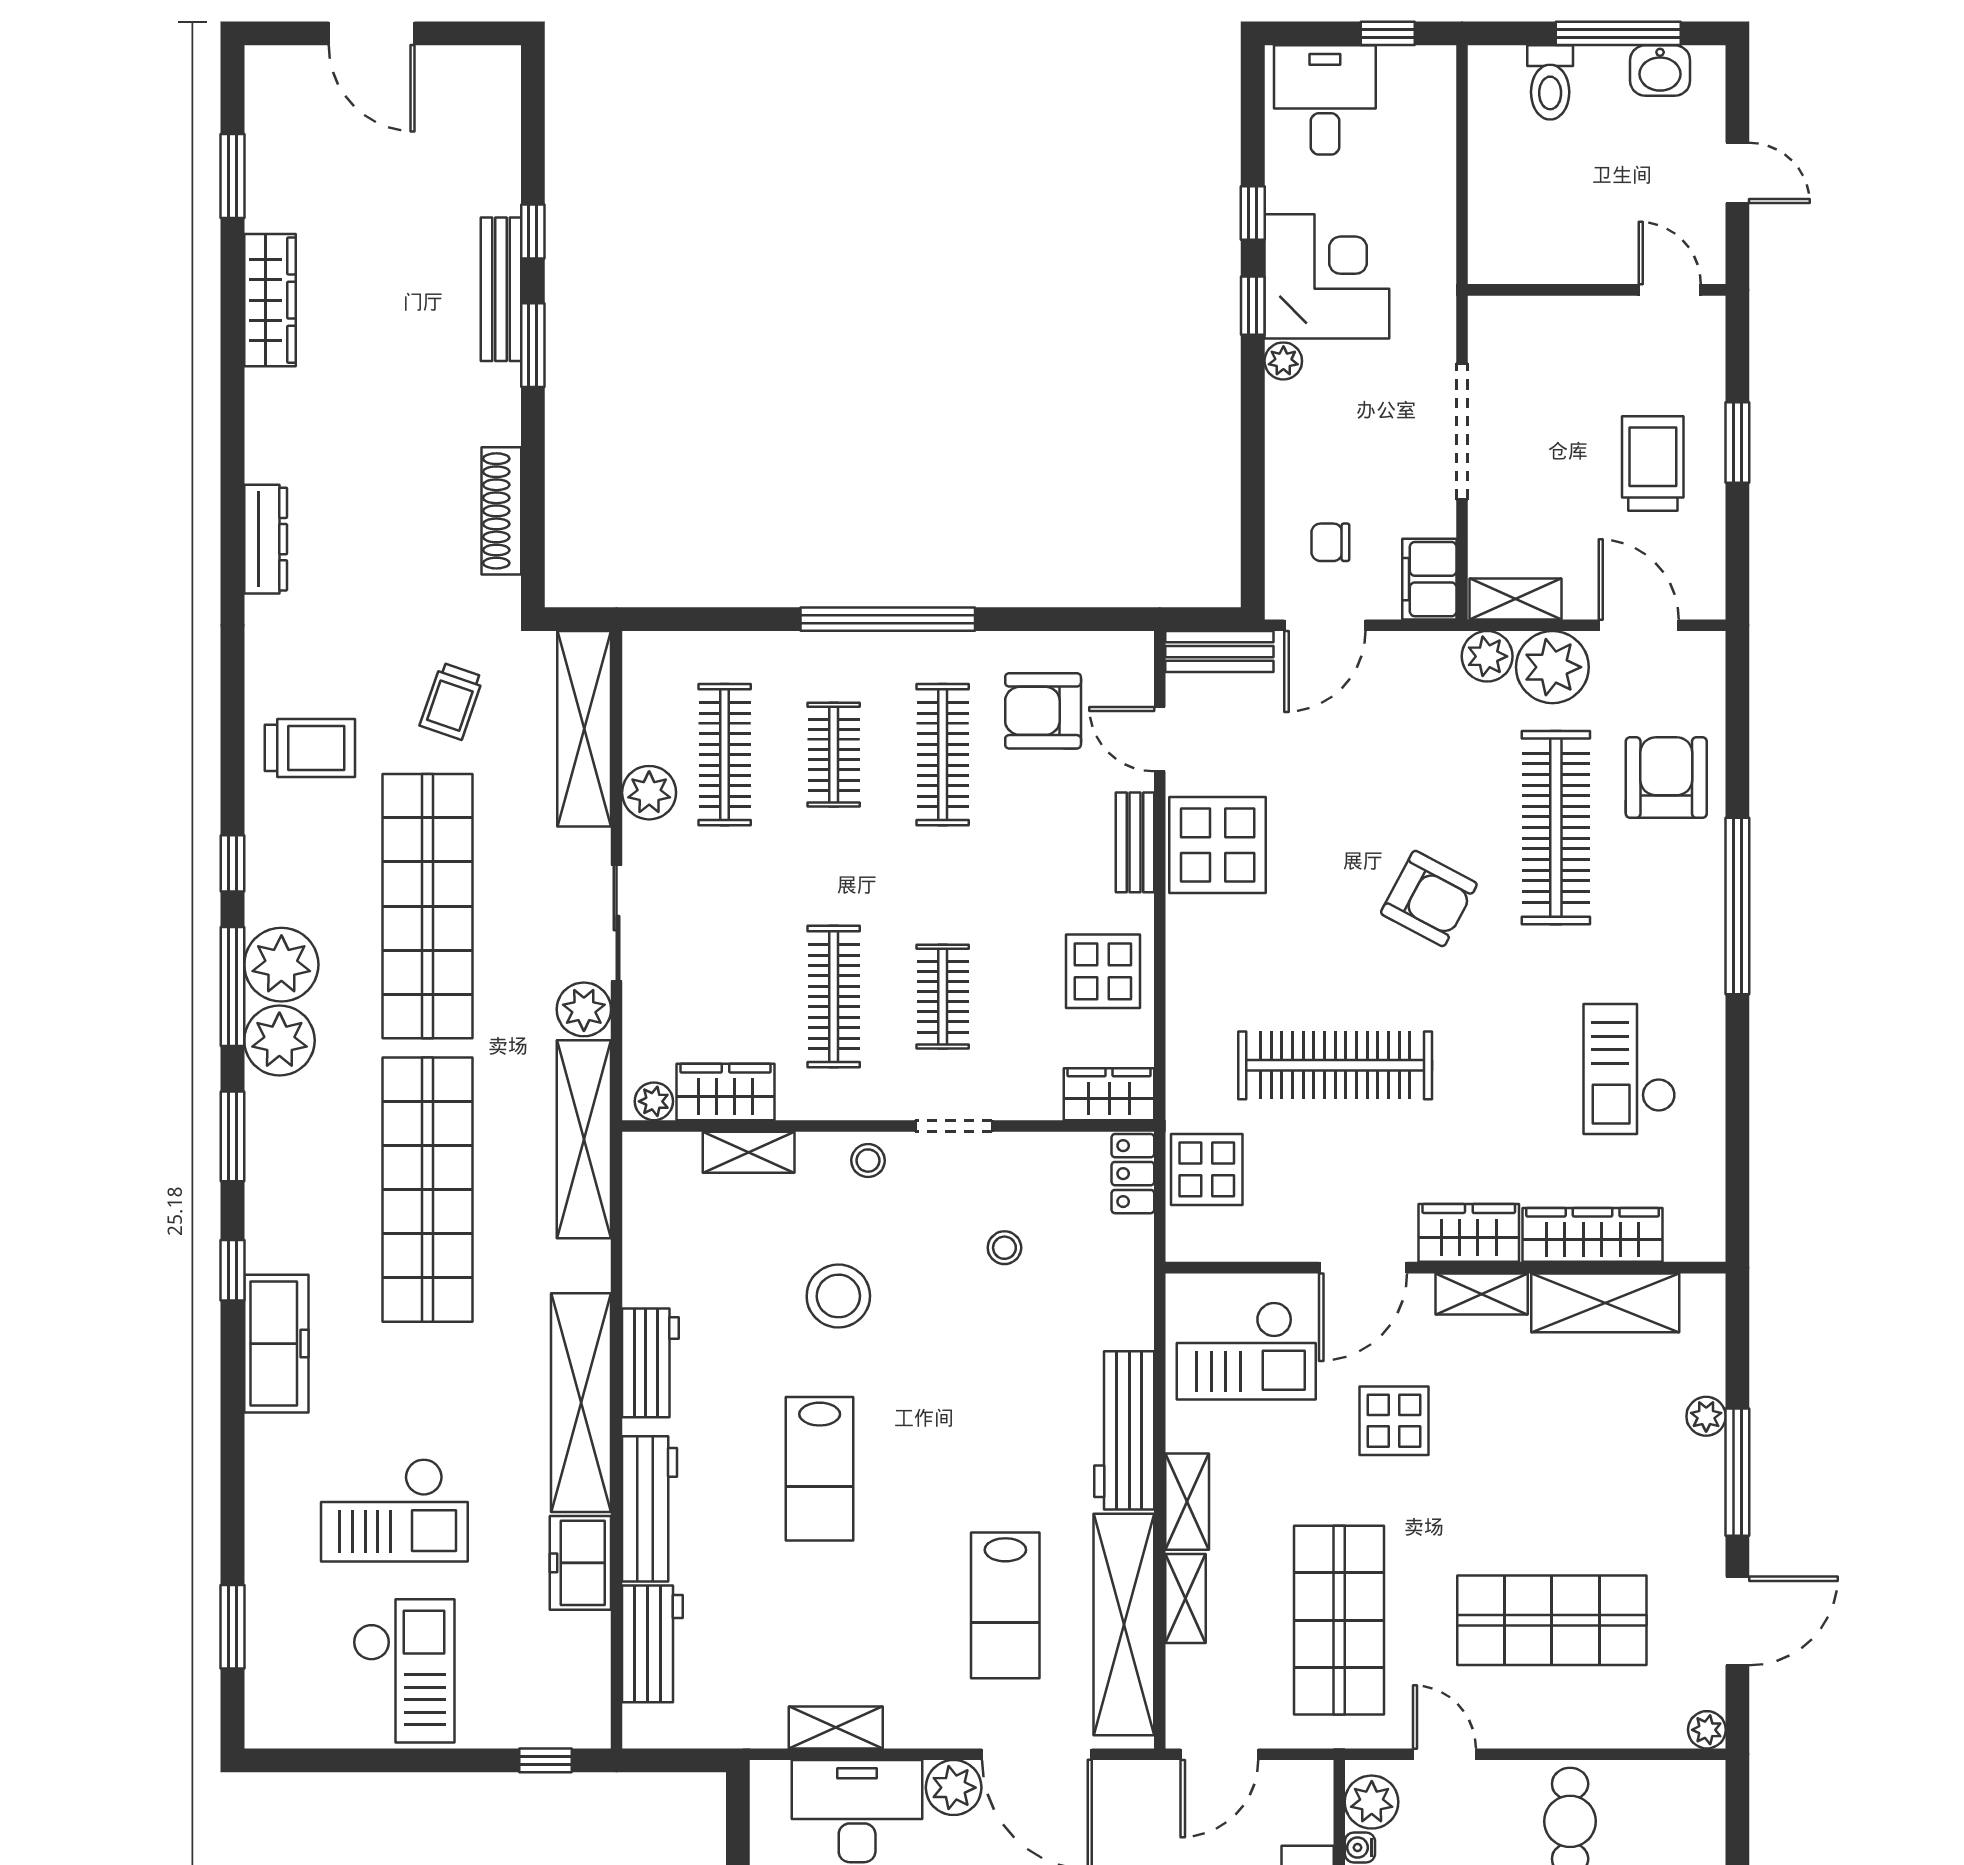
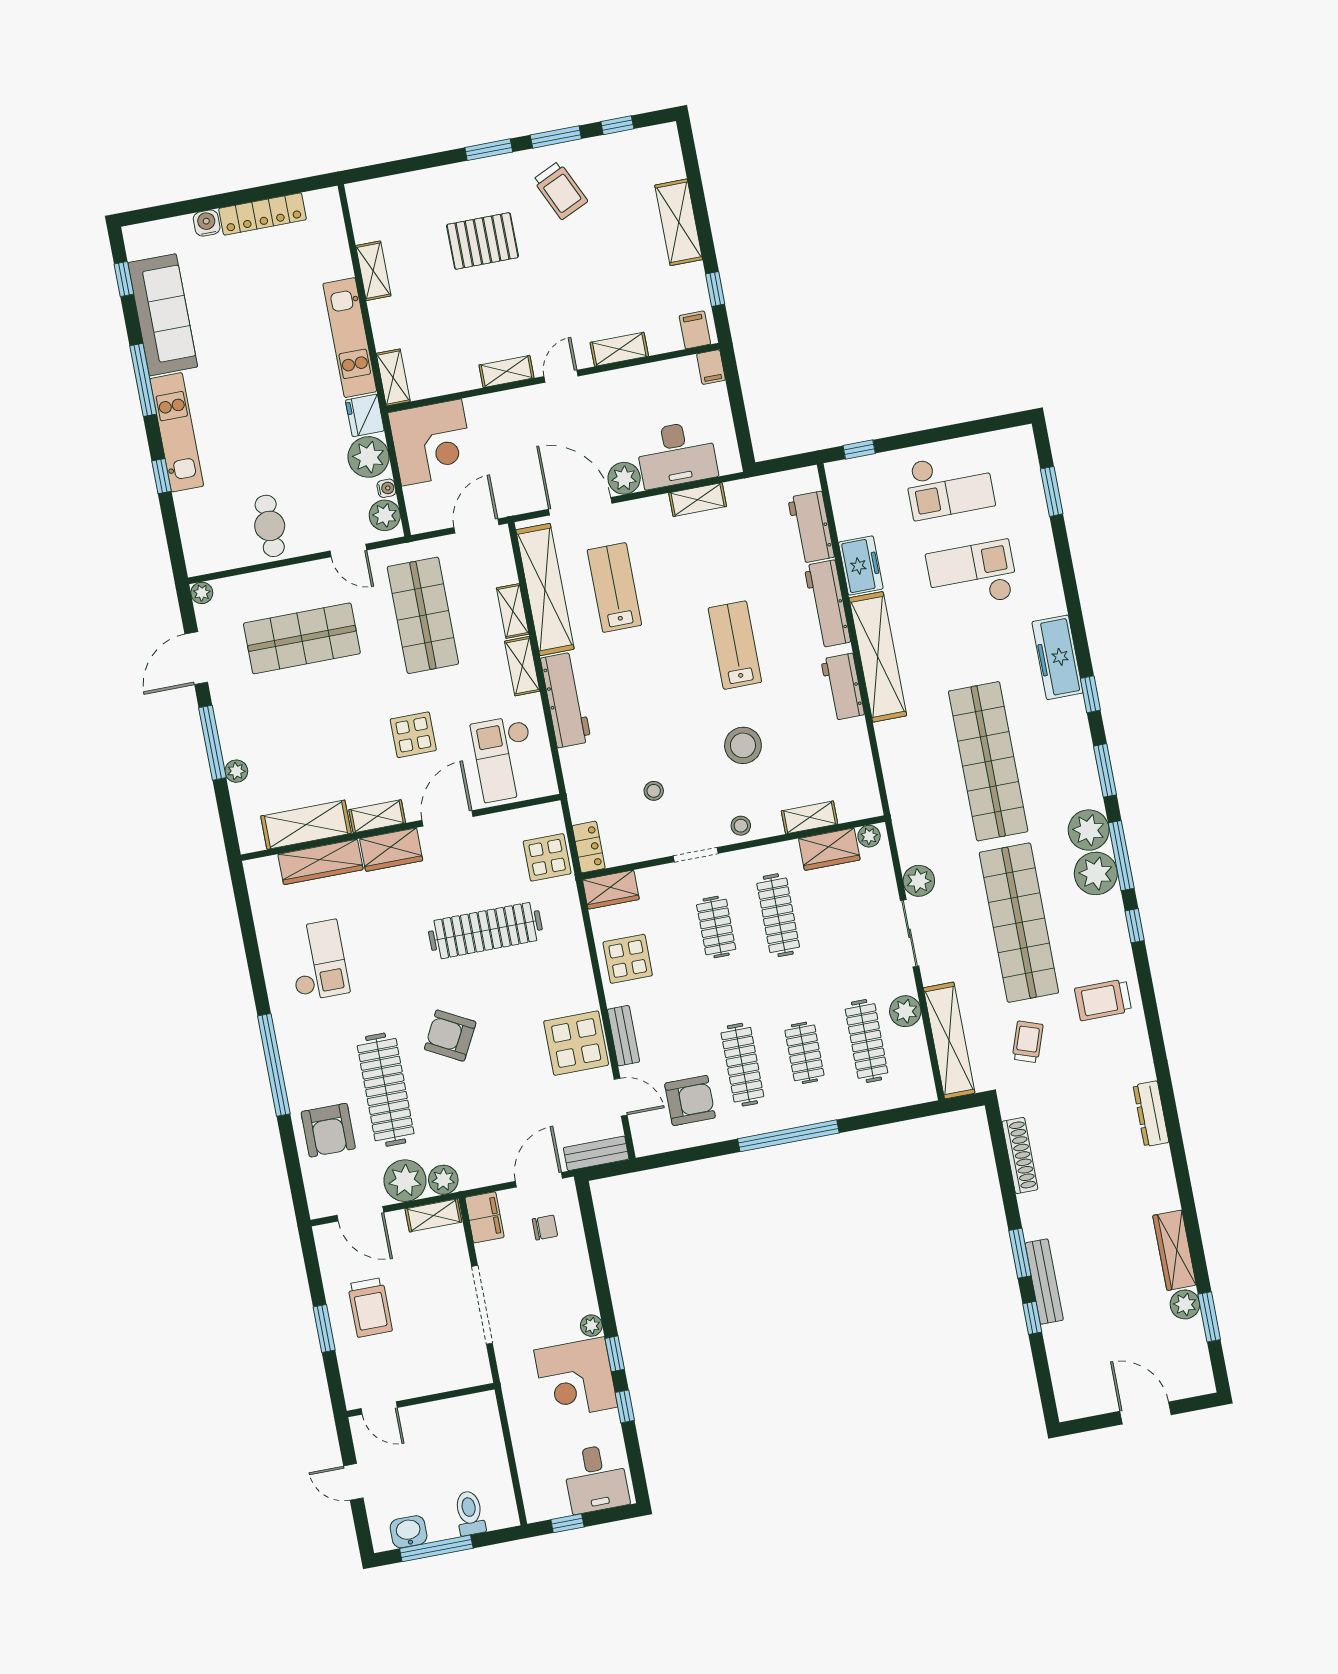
plant: (270, 205) -> (1185, 1304), added
shelving: (584, 1139) -> (905, 807), removed
checkout: (1246, 1351) -> (505, 759), turned -90
checkout: (404, 1671) -> (949, 485), turned -90

